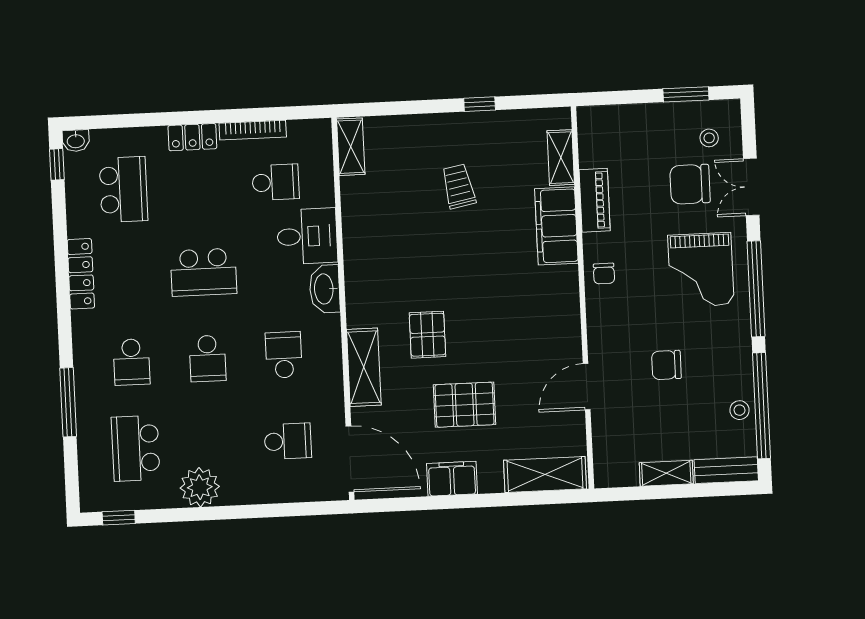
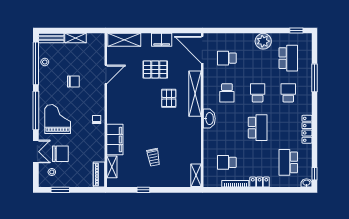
piano: (595, 200) -> (99, 175), moved
desk: (307, 236) -> (215, 140), removed
school desk: (204, 272) -> (258, 128), turned 90
shelving: (364, 367) -> (195, 94), width x1.47

